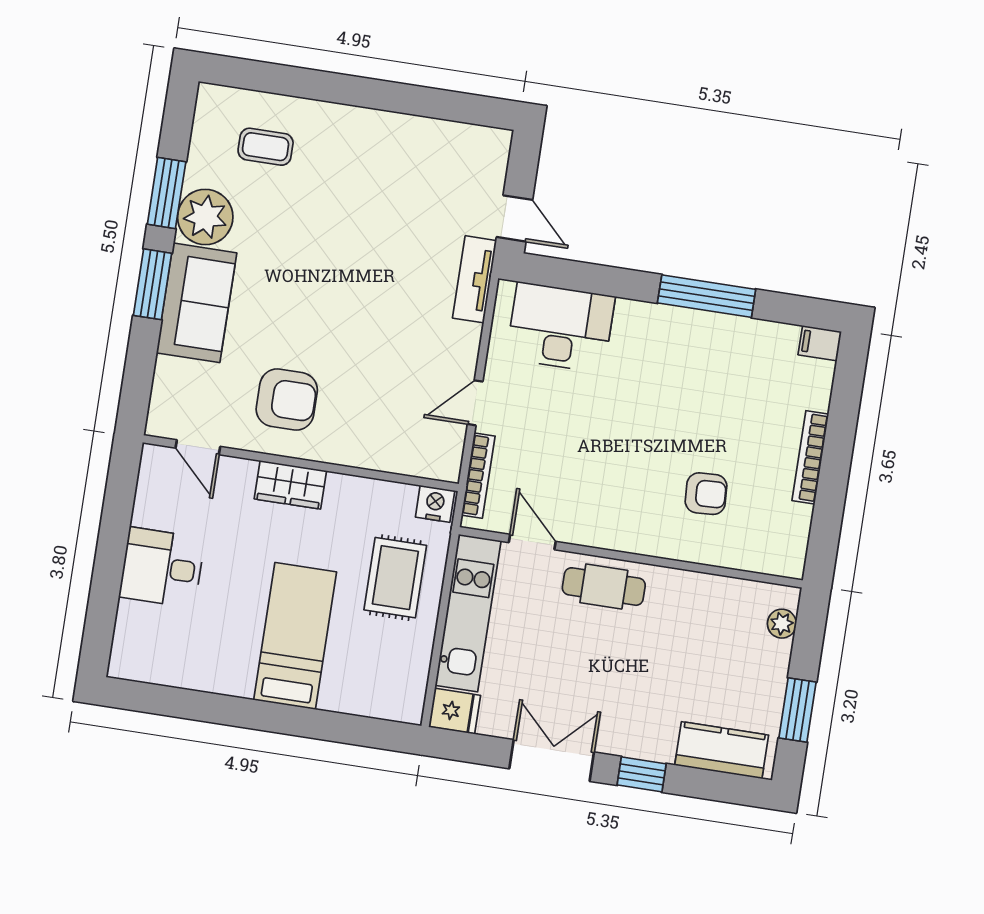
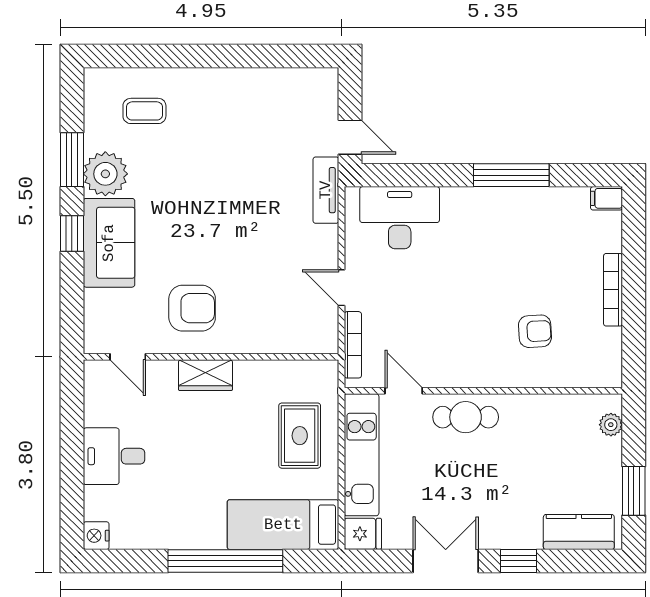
window: (152, 284) -> (72, 234), width x0.67
door: (475, 403) -> (341, 288), hinge flipped
nightstand: (435, 504) -> (96, 536), moved, turned -90
bed: (295, 636) -> (283, 525), moved, turned -90
window: (279, 718) -> (225, 561), added

